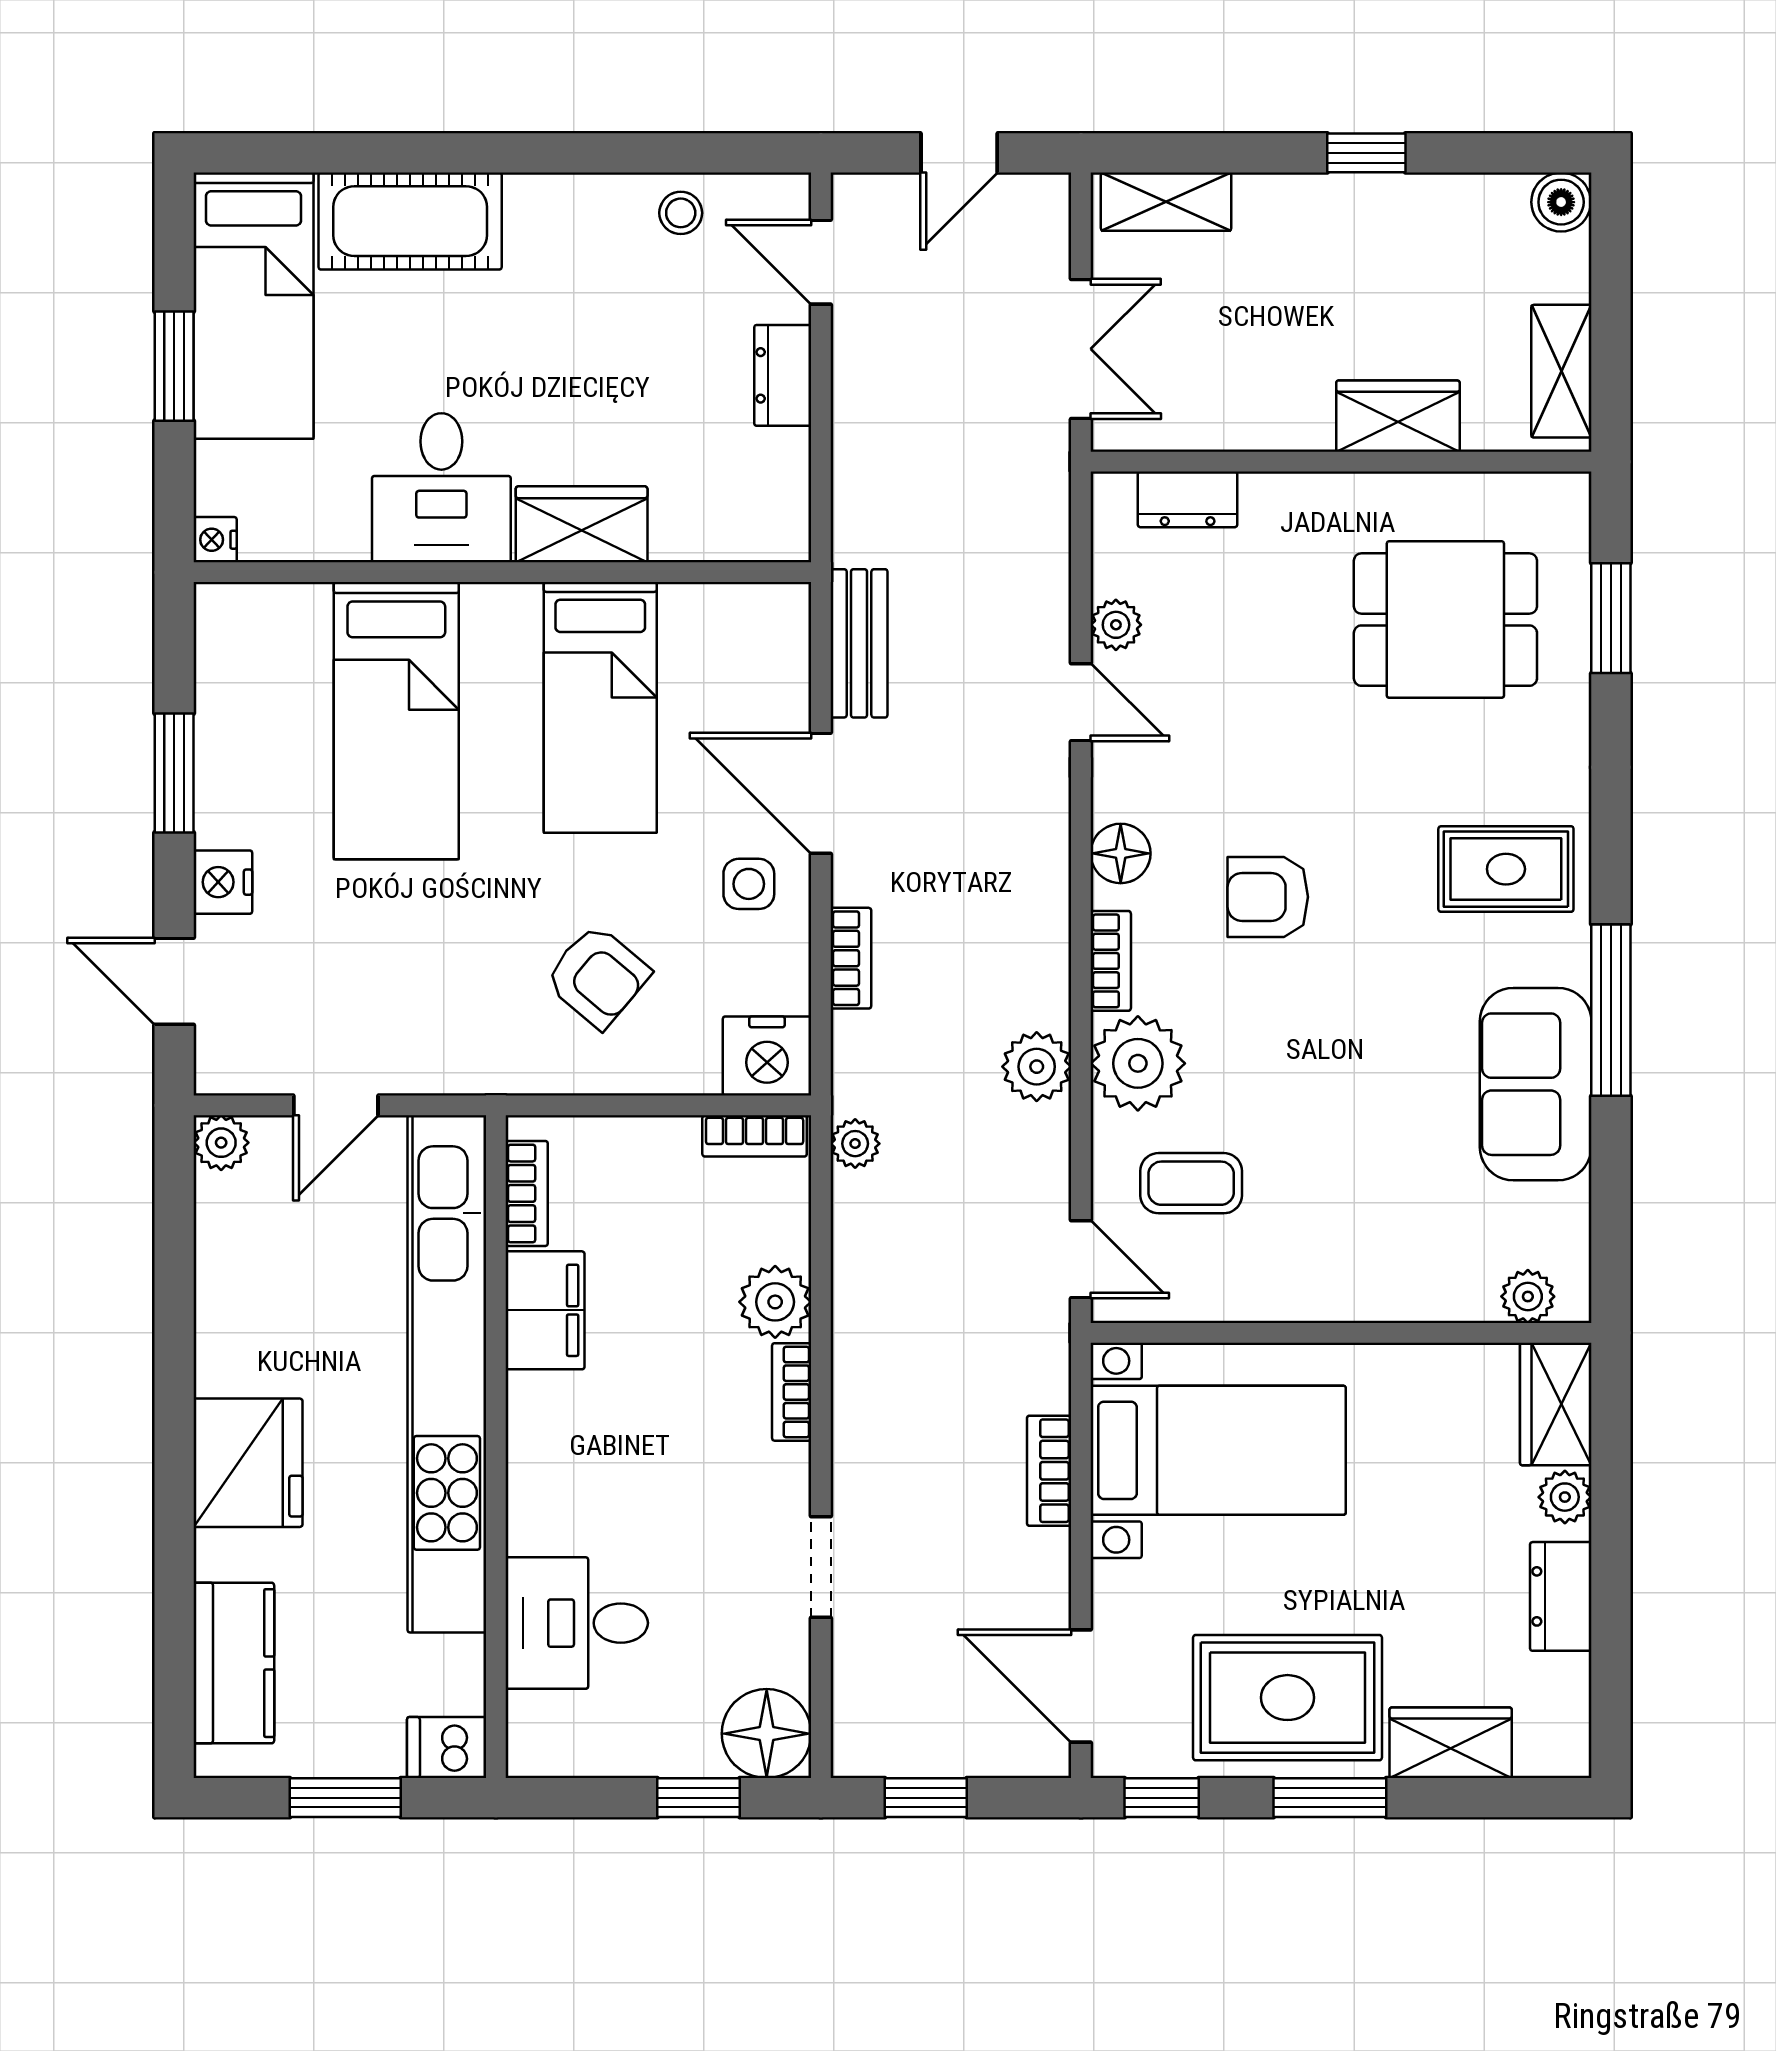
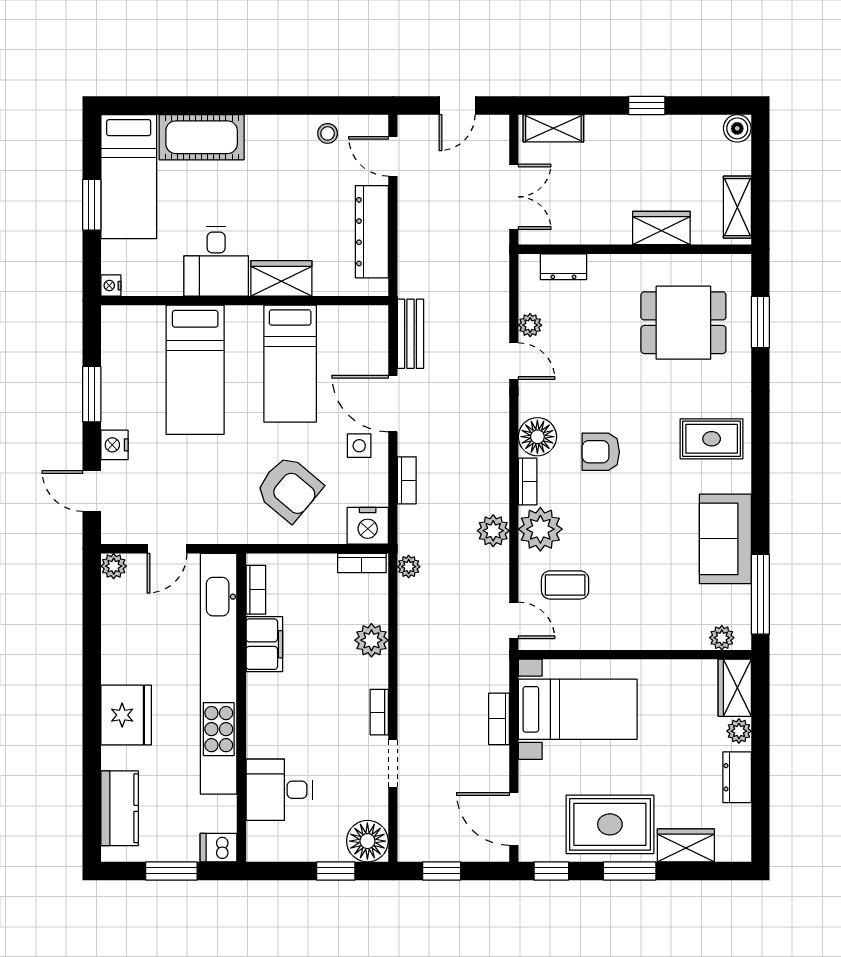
dresser: (783, 375) -> (372, 232), width x1.96, depth x1.24
floor lamp: (1121, 853) -> (537, 437), width x1.38, depth x1.38
armchair: (598, 976) -> (289, 489), width x1.38, depth x1.38
window: (1611, 1010) -> (760, 594), moved
bookcase: (792, 1392) -> (379, 712), moved

